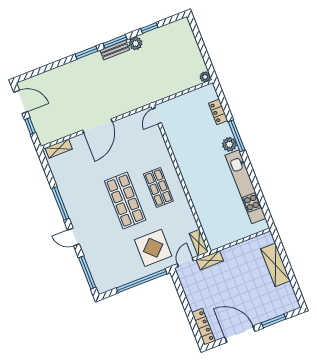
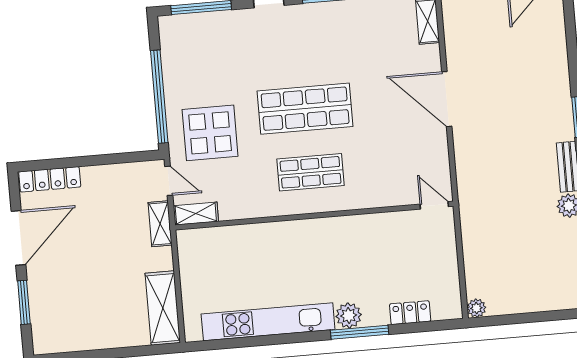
shelving: (275, 265) -> (163, 308), moved, turned 90

